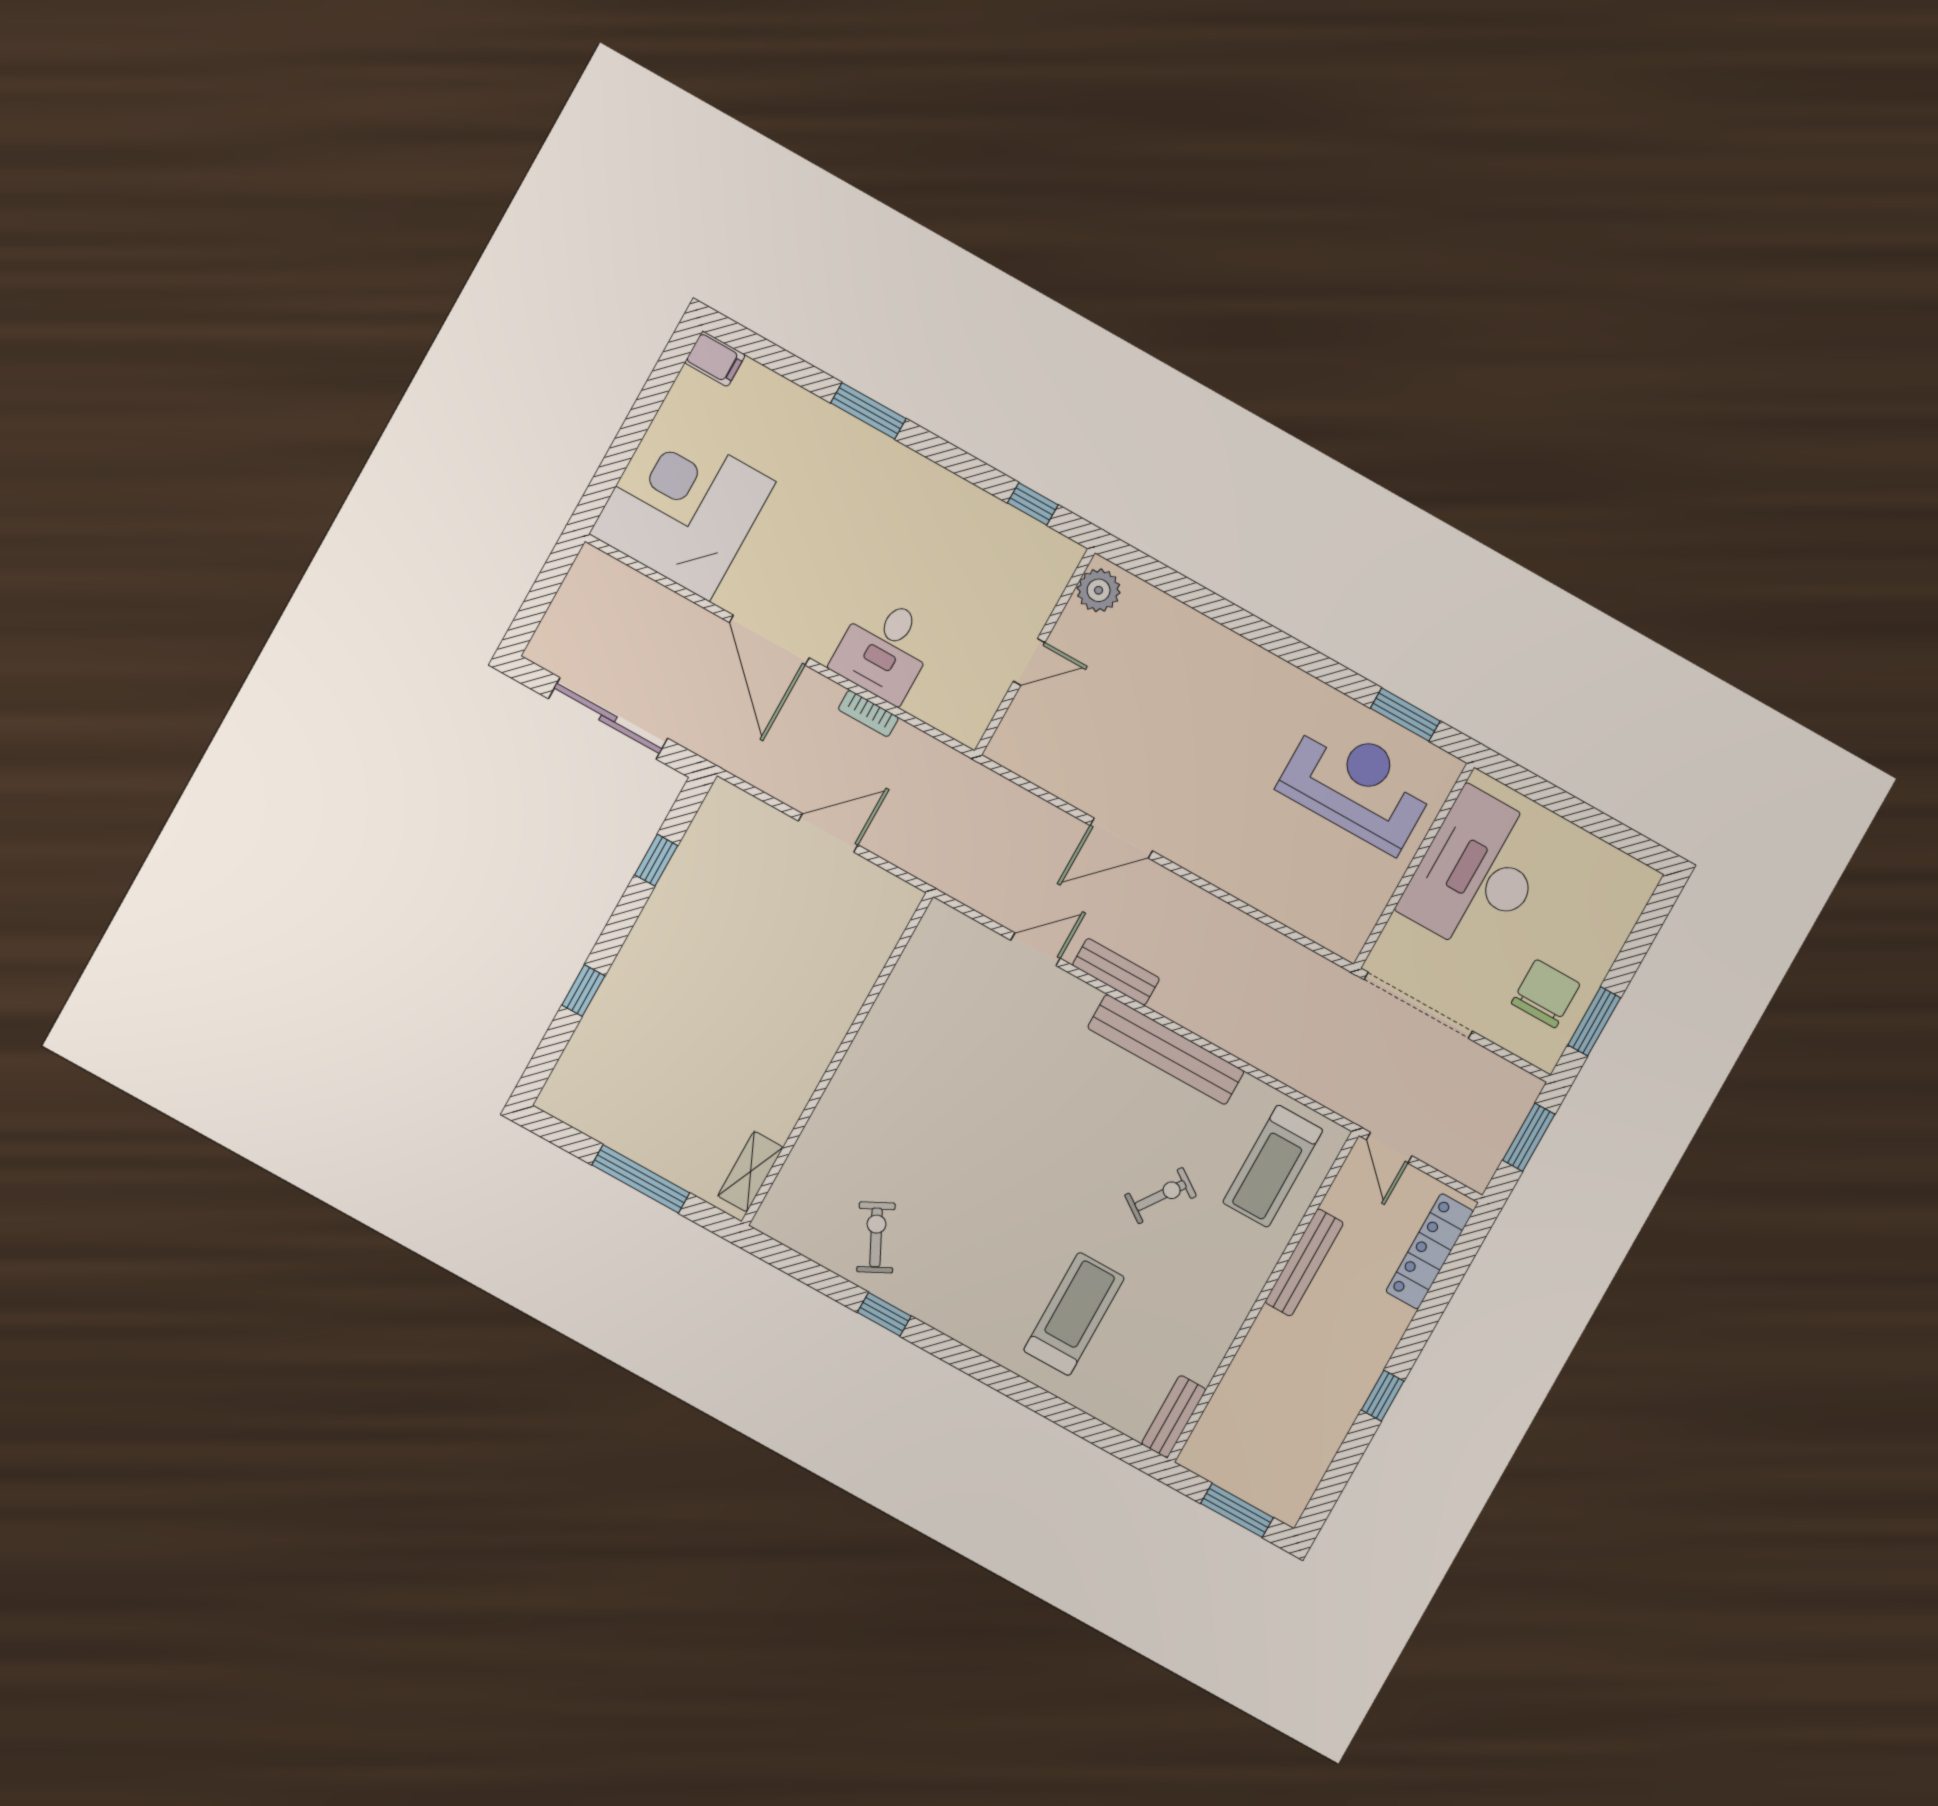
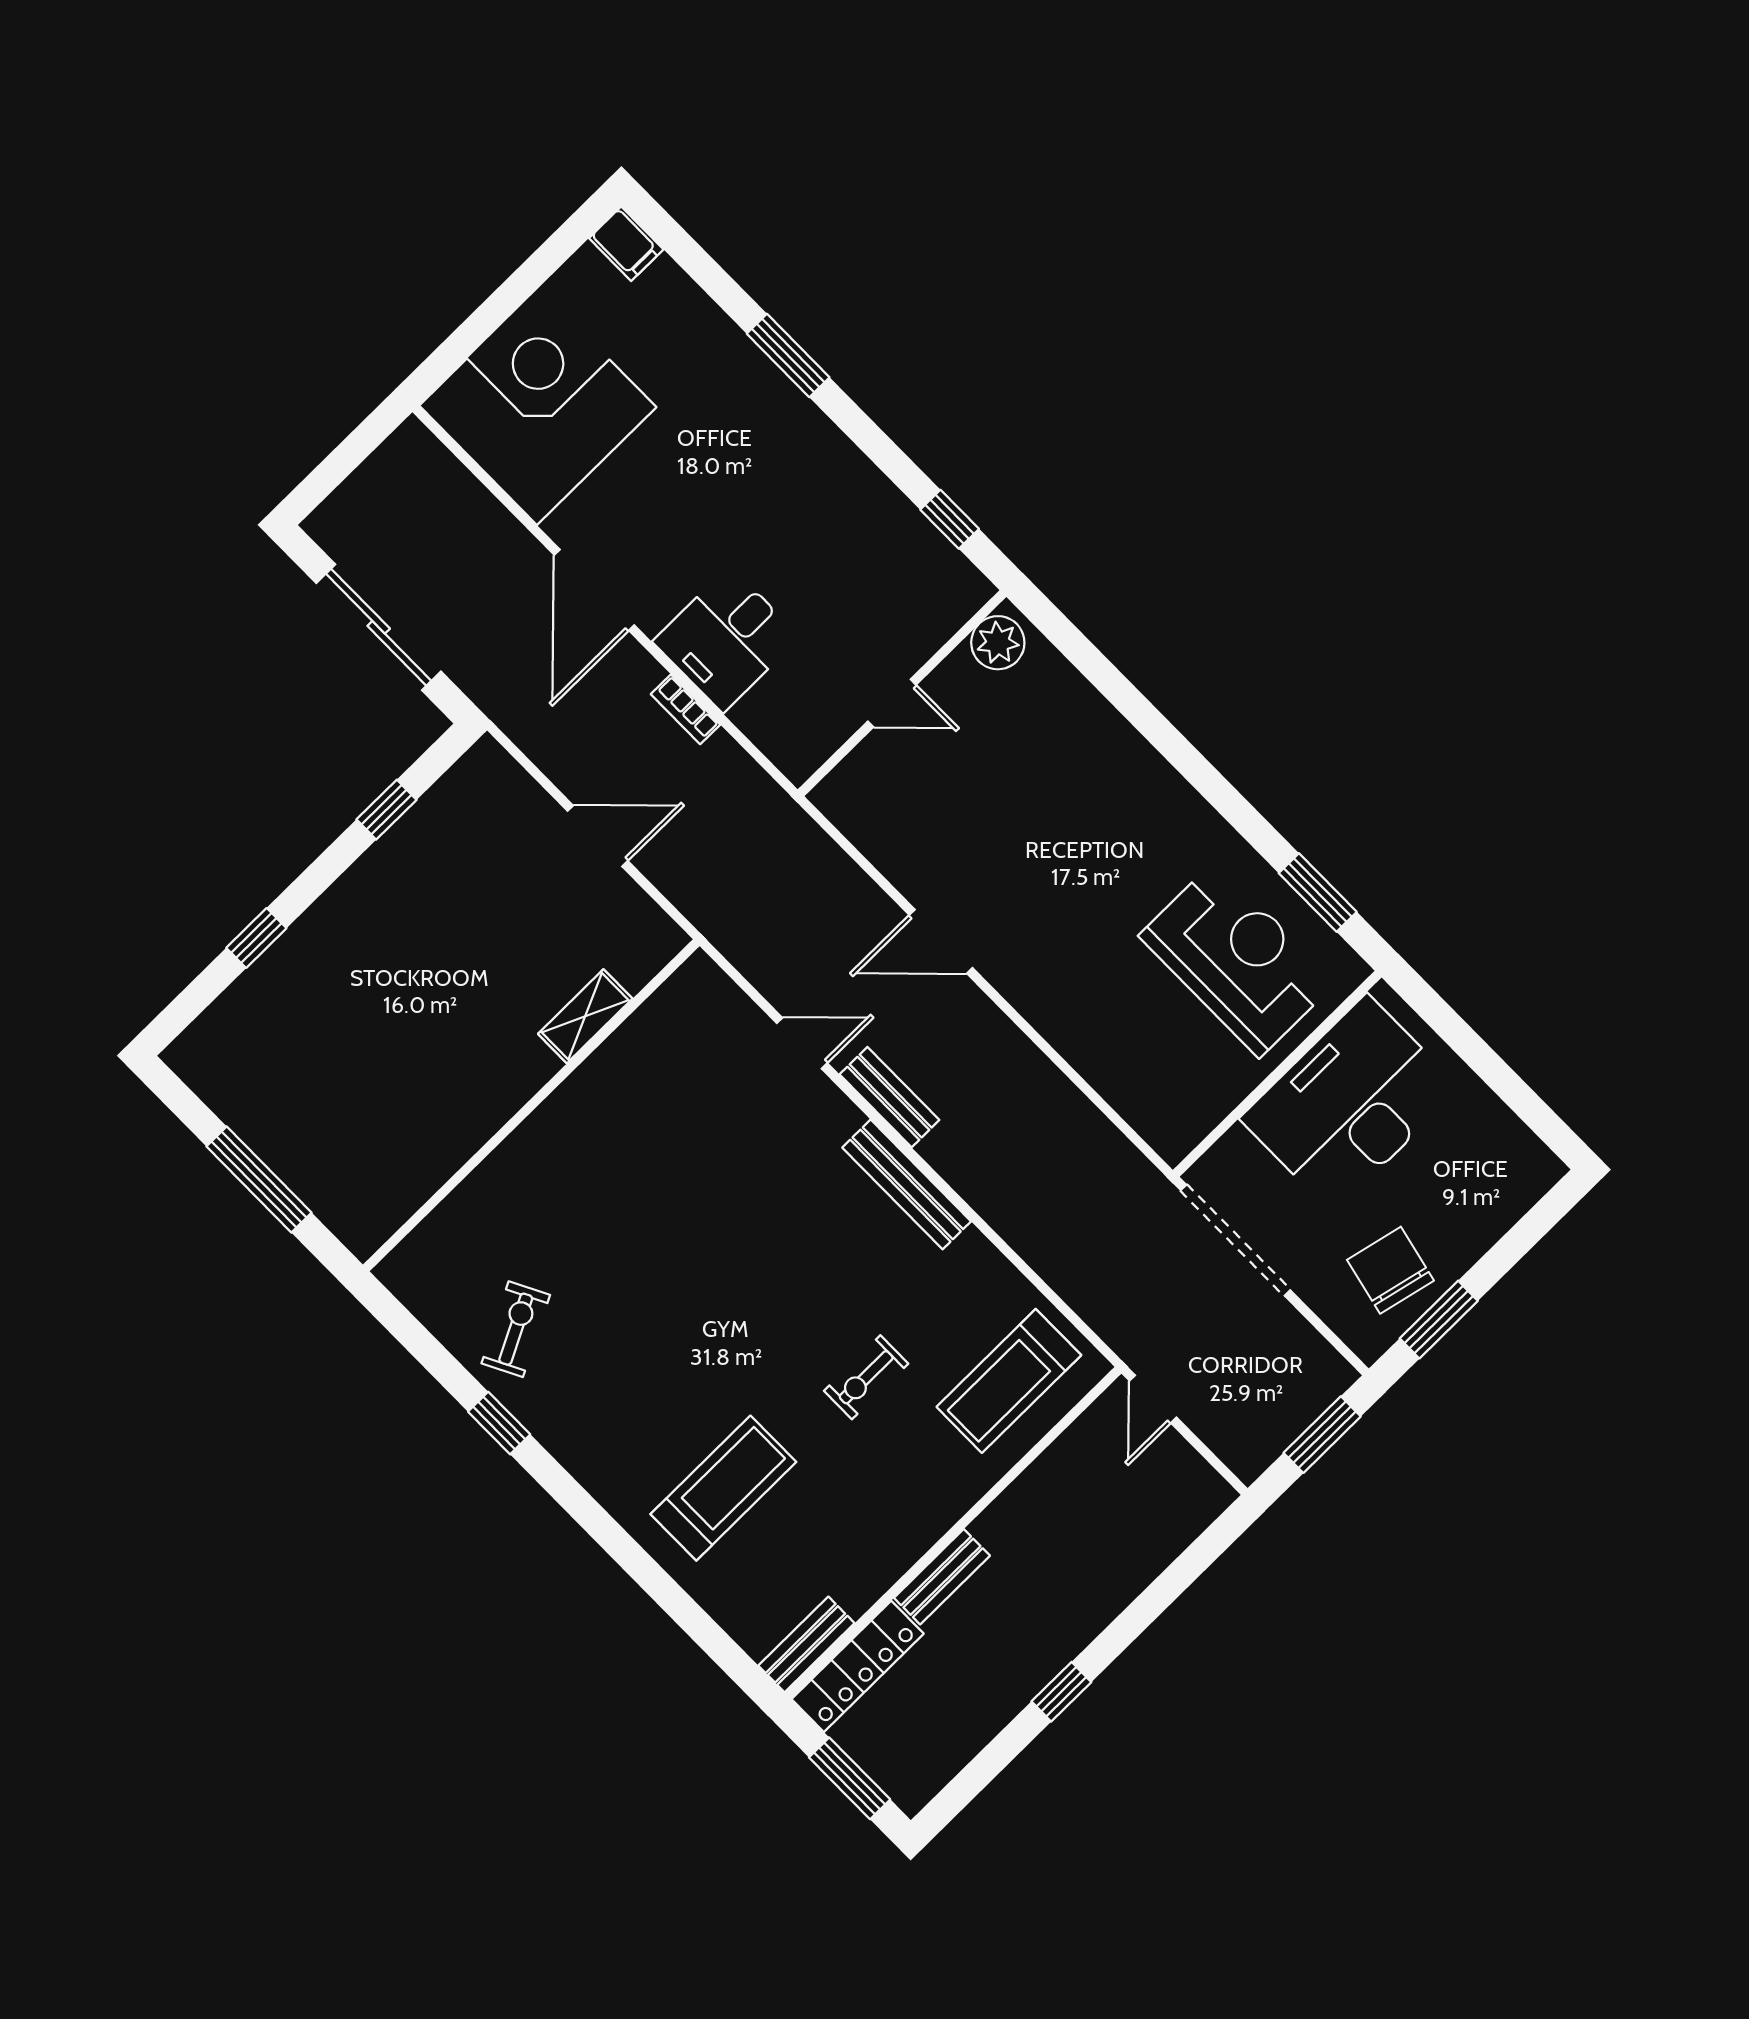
chair: (1546, 994) -> (1390, 1270), turned -77
bench: (1166, 1050) -> (907, 1184), width x0.73, depth x0.82
shelving: (750, 1172) -> (585, 1016), moved
exercise bike: (1161, 1196) -> (866, 1377), turned 145
locker: (1430, 1251) -> (858, 1666), moved, turned 180
bench: (1304, 1262) -> (942, 1577), moved, width x0.73

